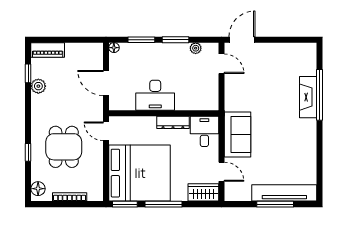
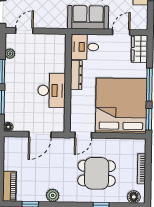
plant: (38, 86) -> (53, 195), moved

